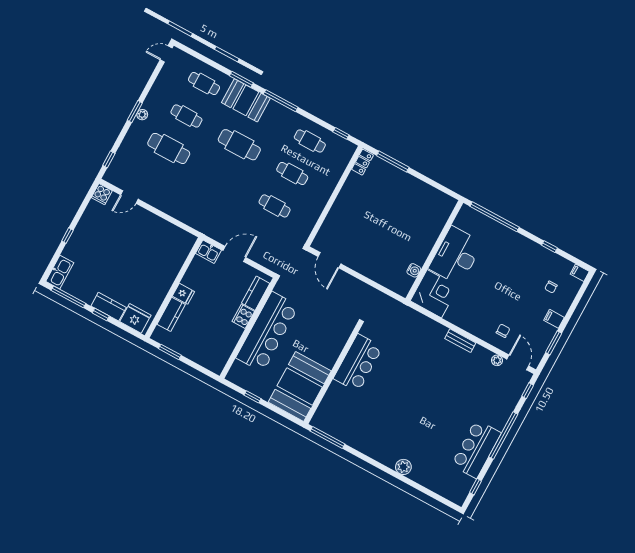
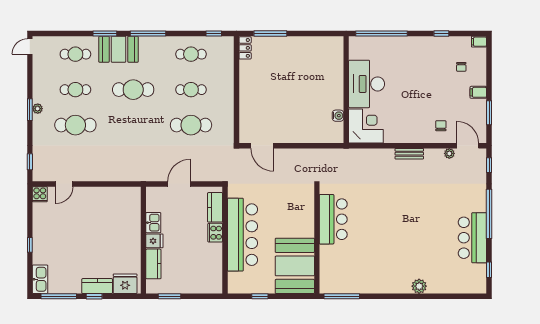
cafe table: (275, 206) -> (191, 125), width x1.37, depth x1.35
kitchen sink: (209, 252) -> (153, 223), moved, turned -90

